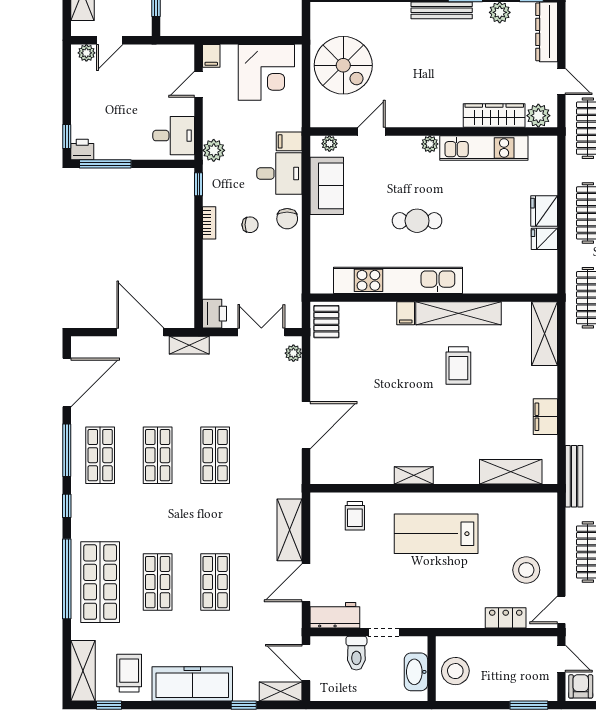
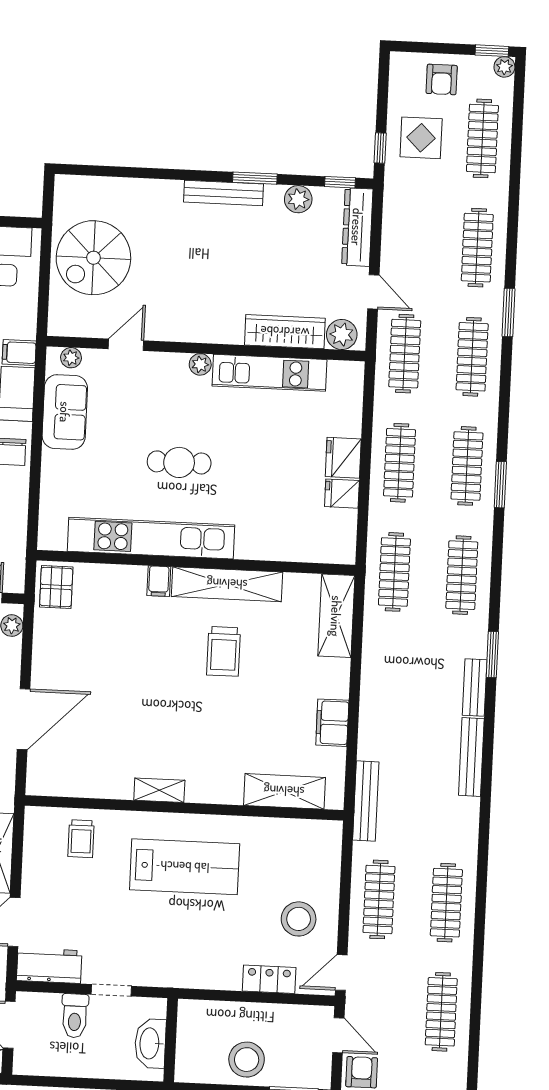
spiral stairs: (343, 65) -> (93, 258), turned 90
lab bench: (436, 534) -> (185, 867), turned 180
stool: (455, 671) -> (247, 1060), moved

